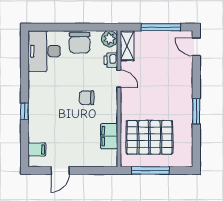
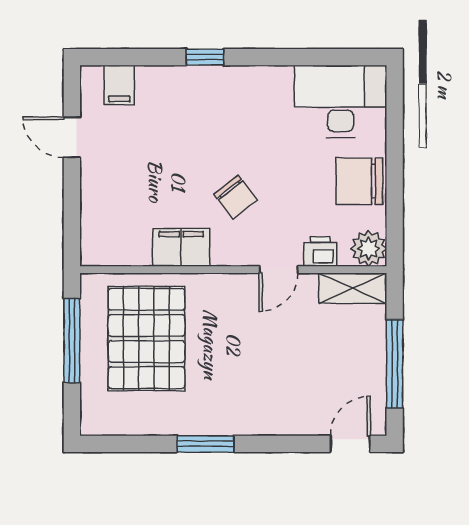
chair: (87, 98) -> (236, 197), turned 142
filing cabinet: (109, 136) -> (181, 247), moved

